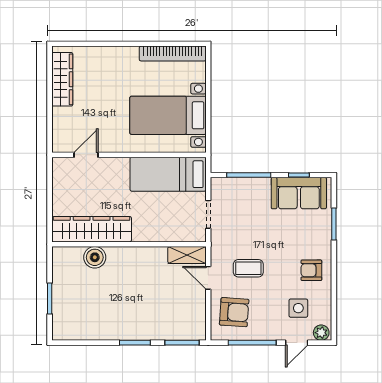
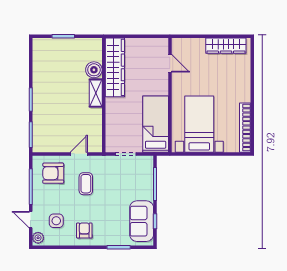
shelving: (187, 255) -> (96, 93), moved
armchair: (234, 312) -> (53, 173), turned 86

